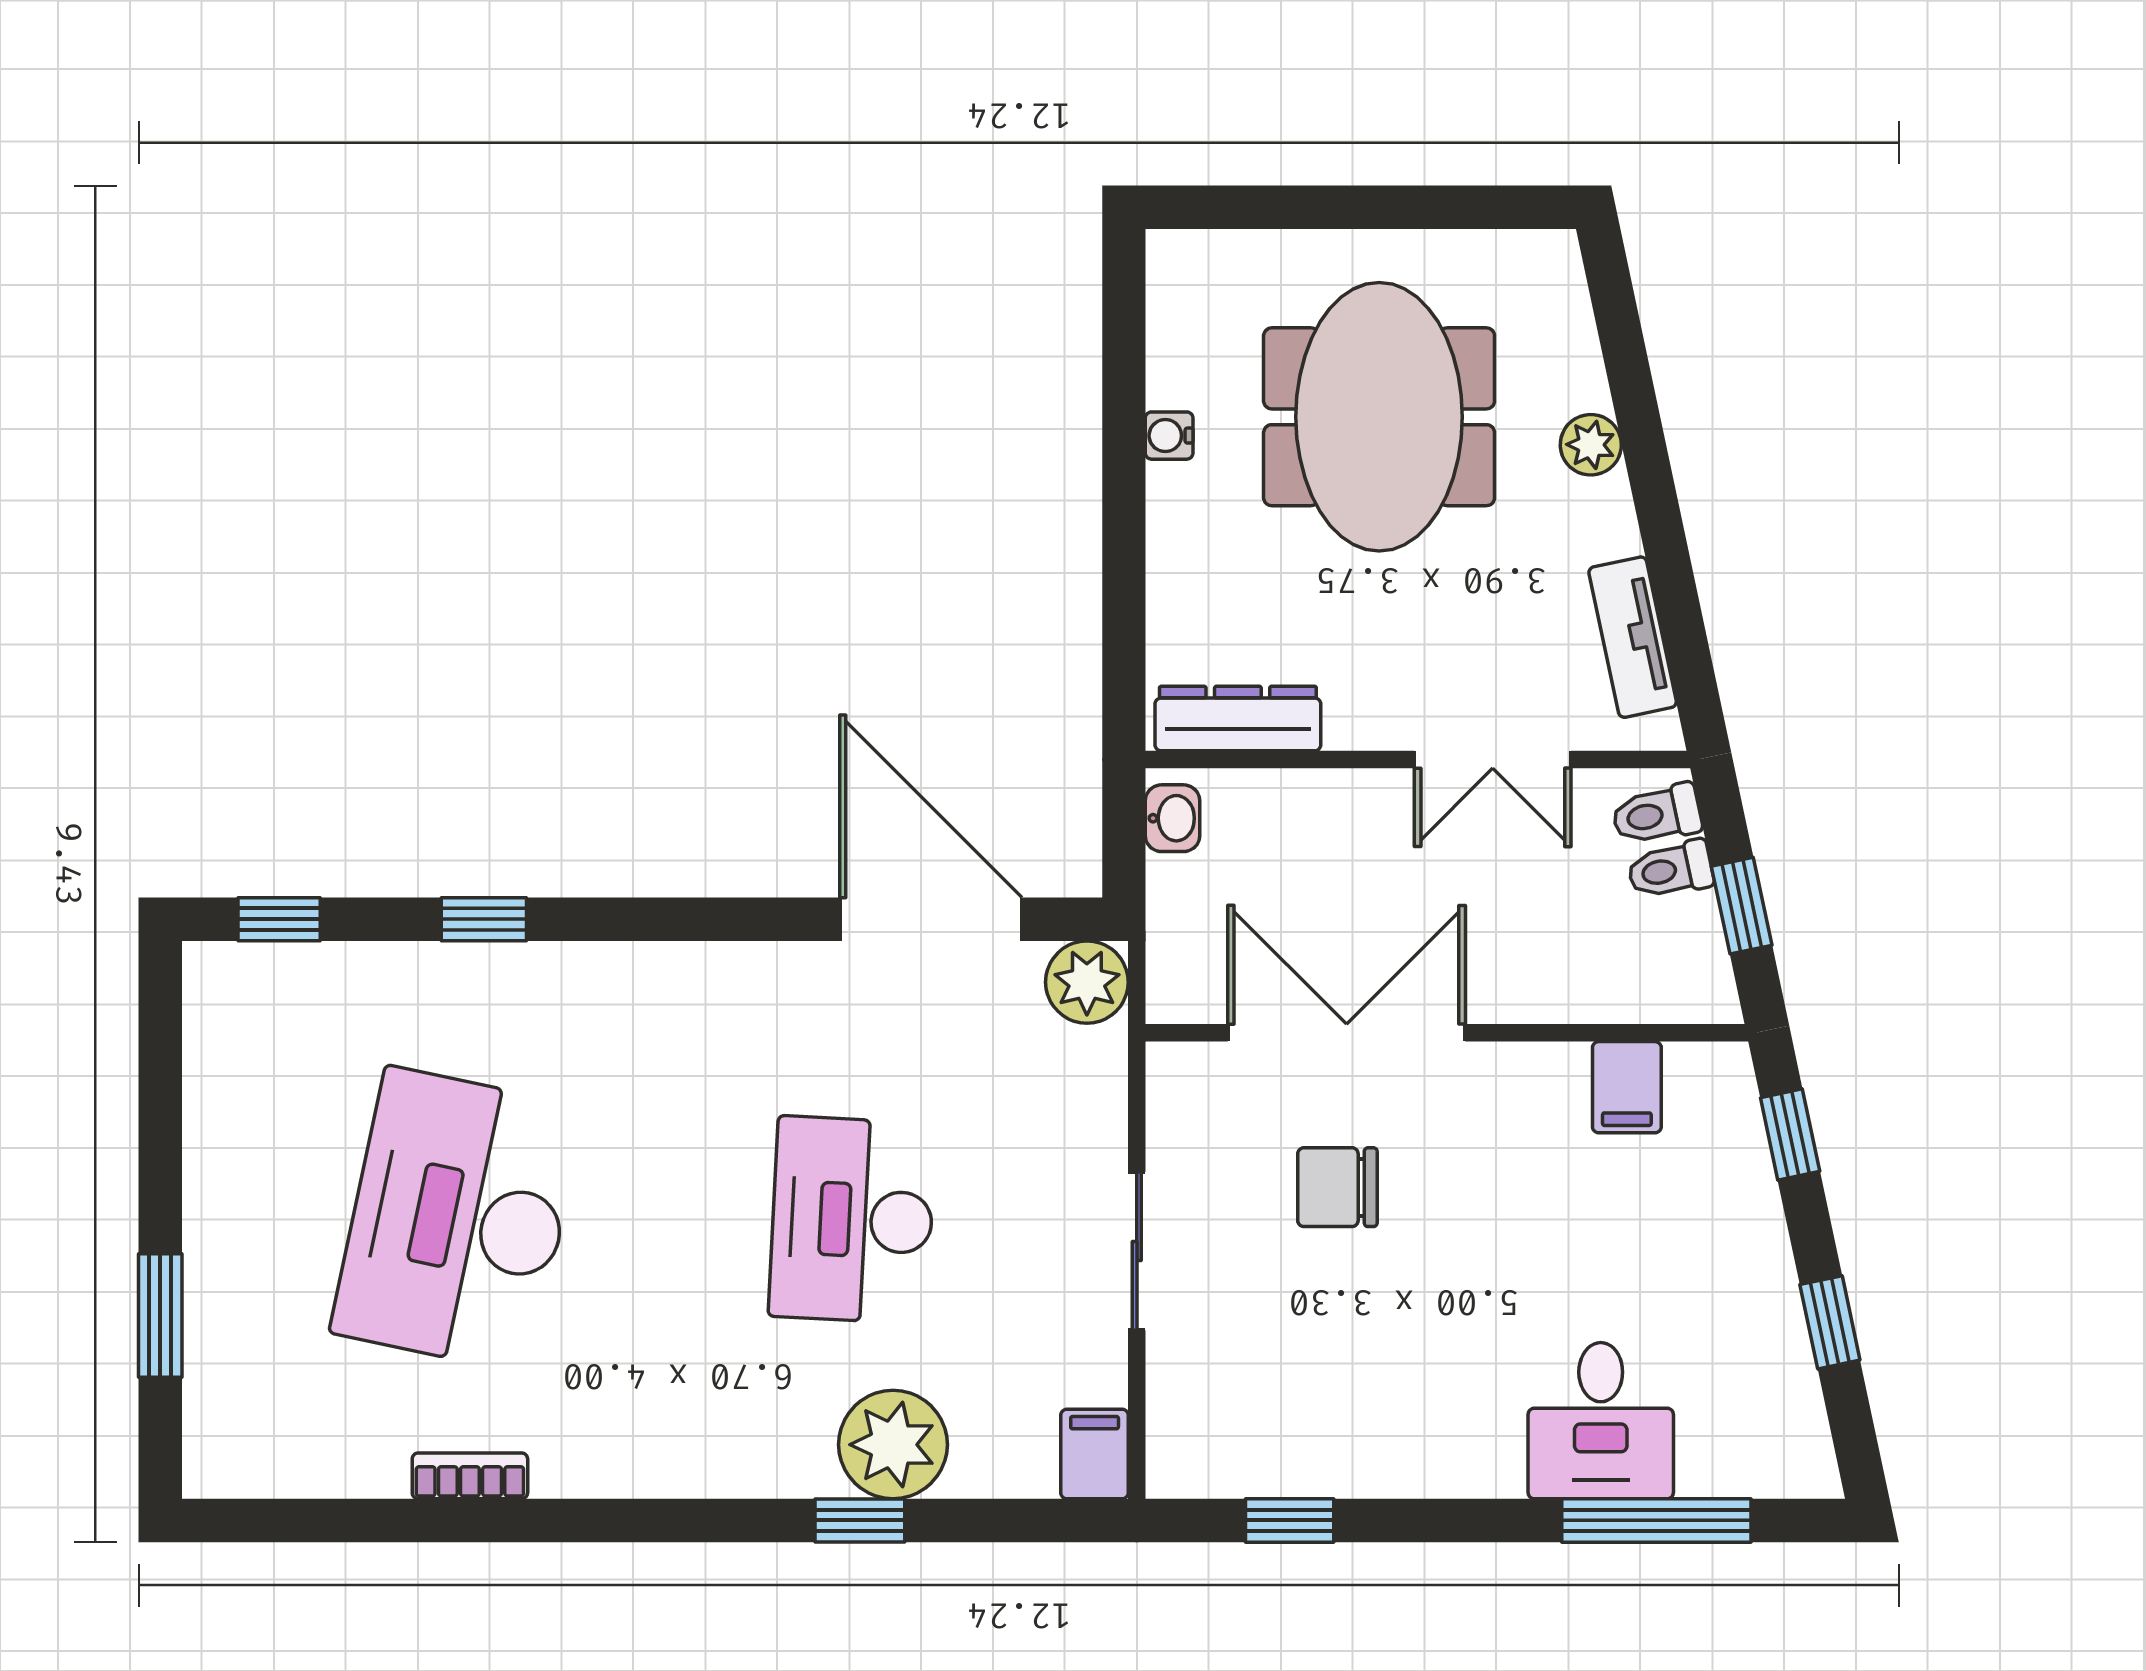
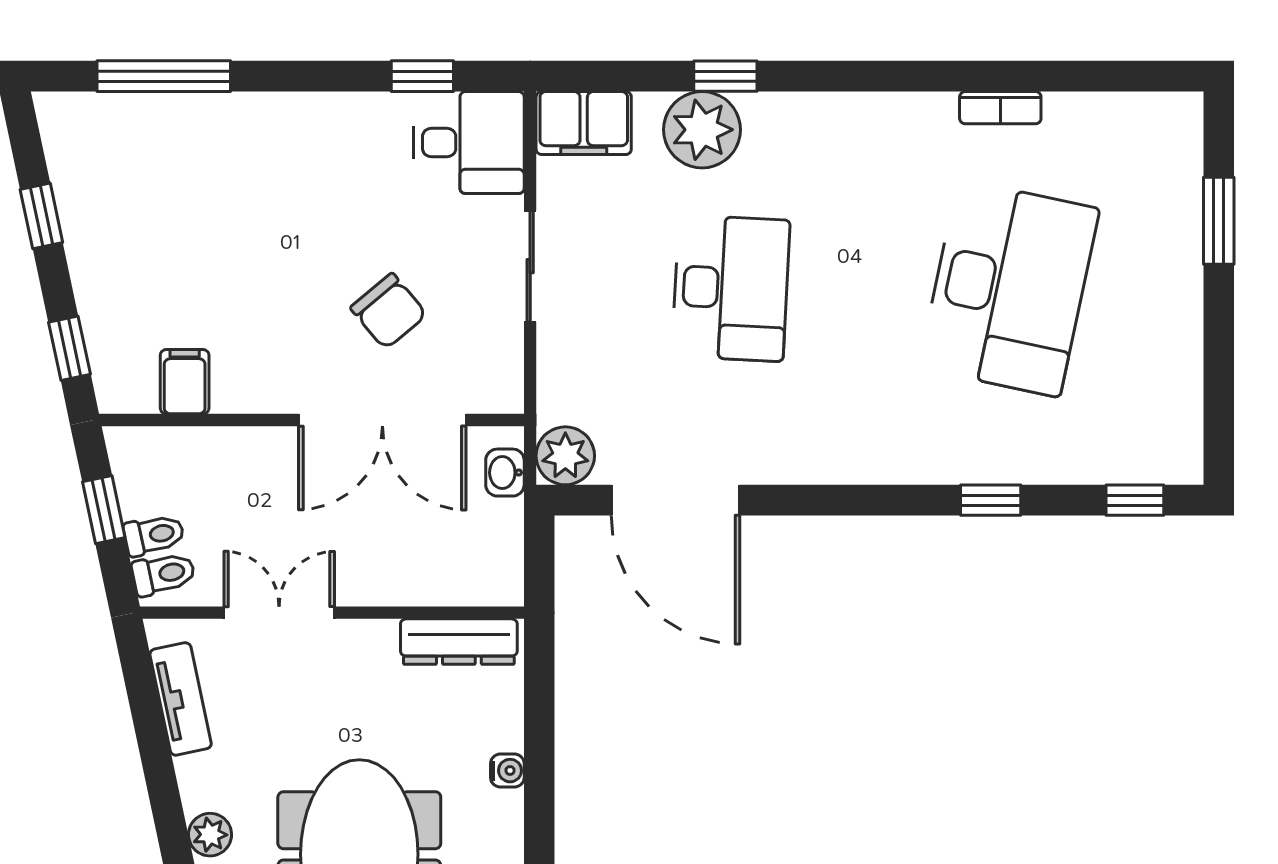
water cooler: (1169, 436) -> (507, 771), moved
washbasin: (1173, 818) -> (505, 473), moved
chair: (1337, 1187) -> (389, 311), turned 50
desk: (1601, 1421) -> (469, 143), moved, turned 90
filing cabinet: (1095, 1454) -> (584, 123), width x2.00

